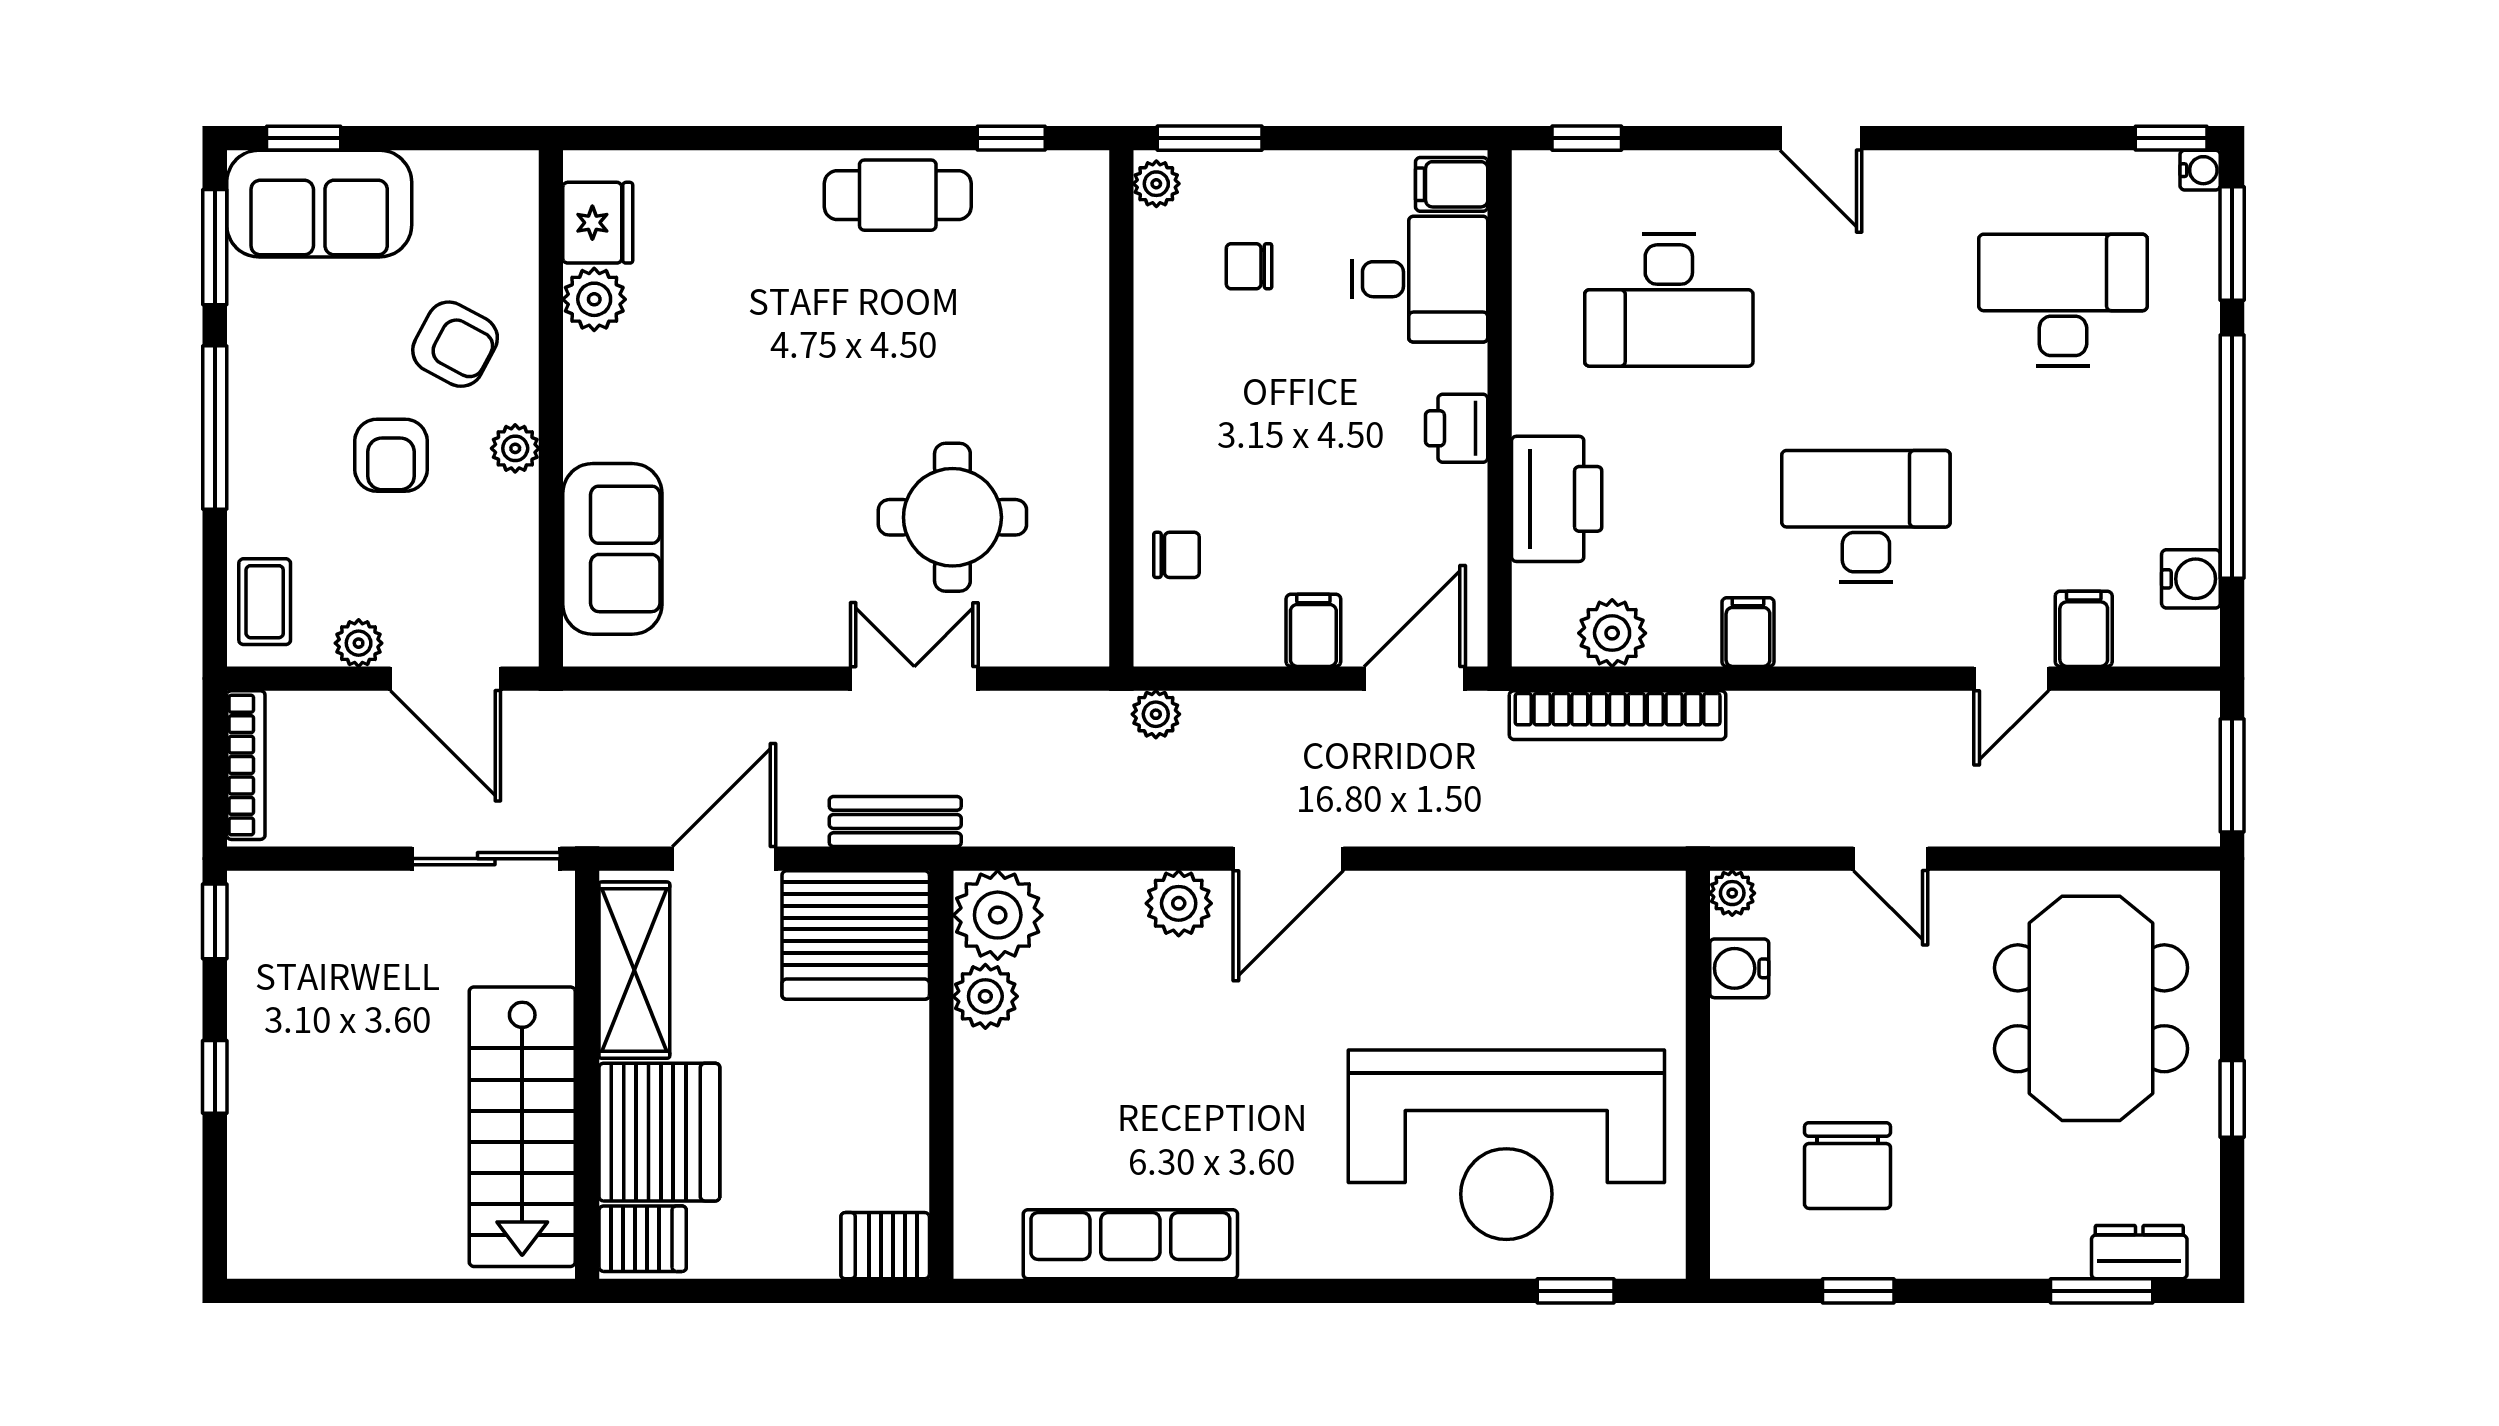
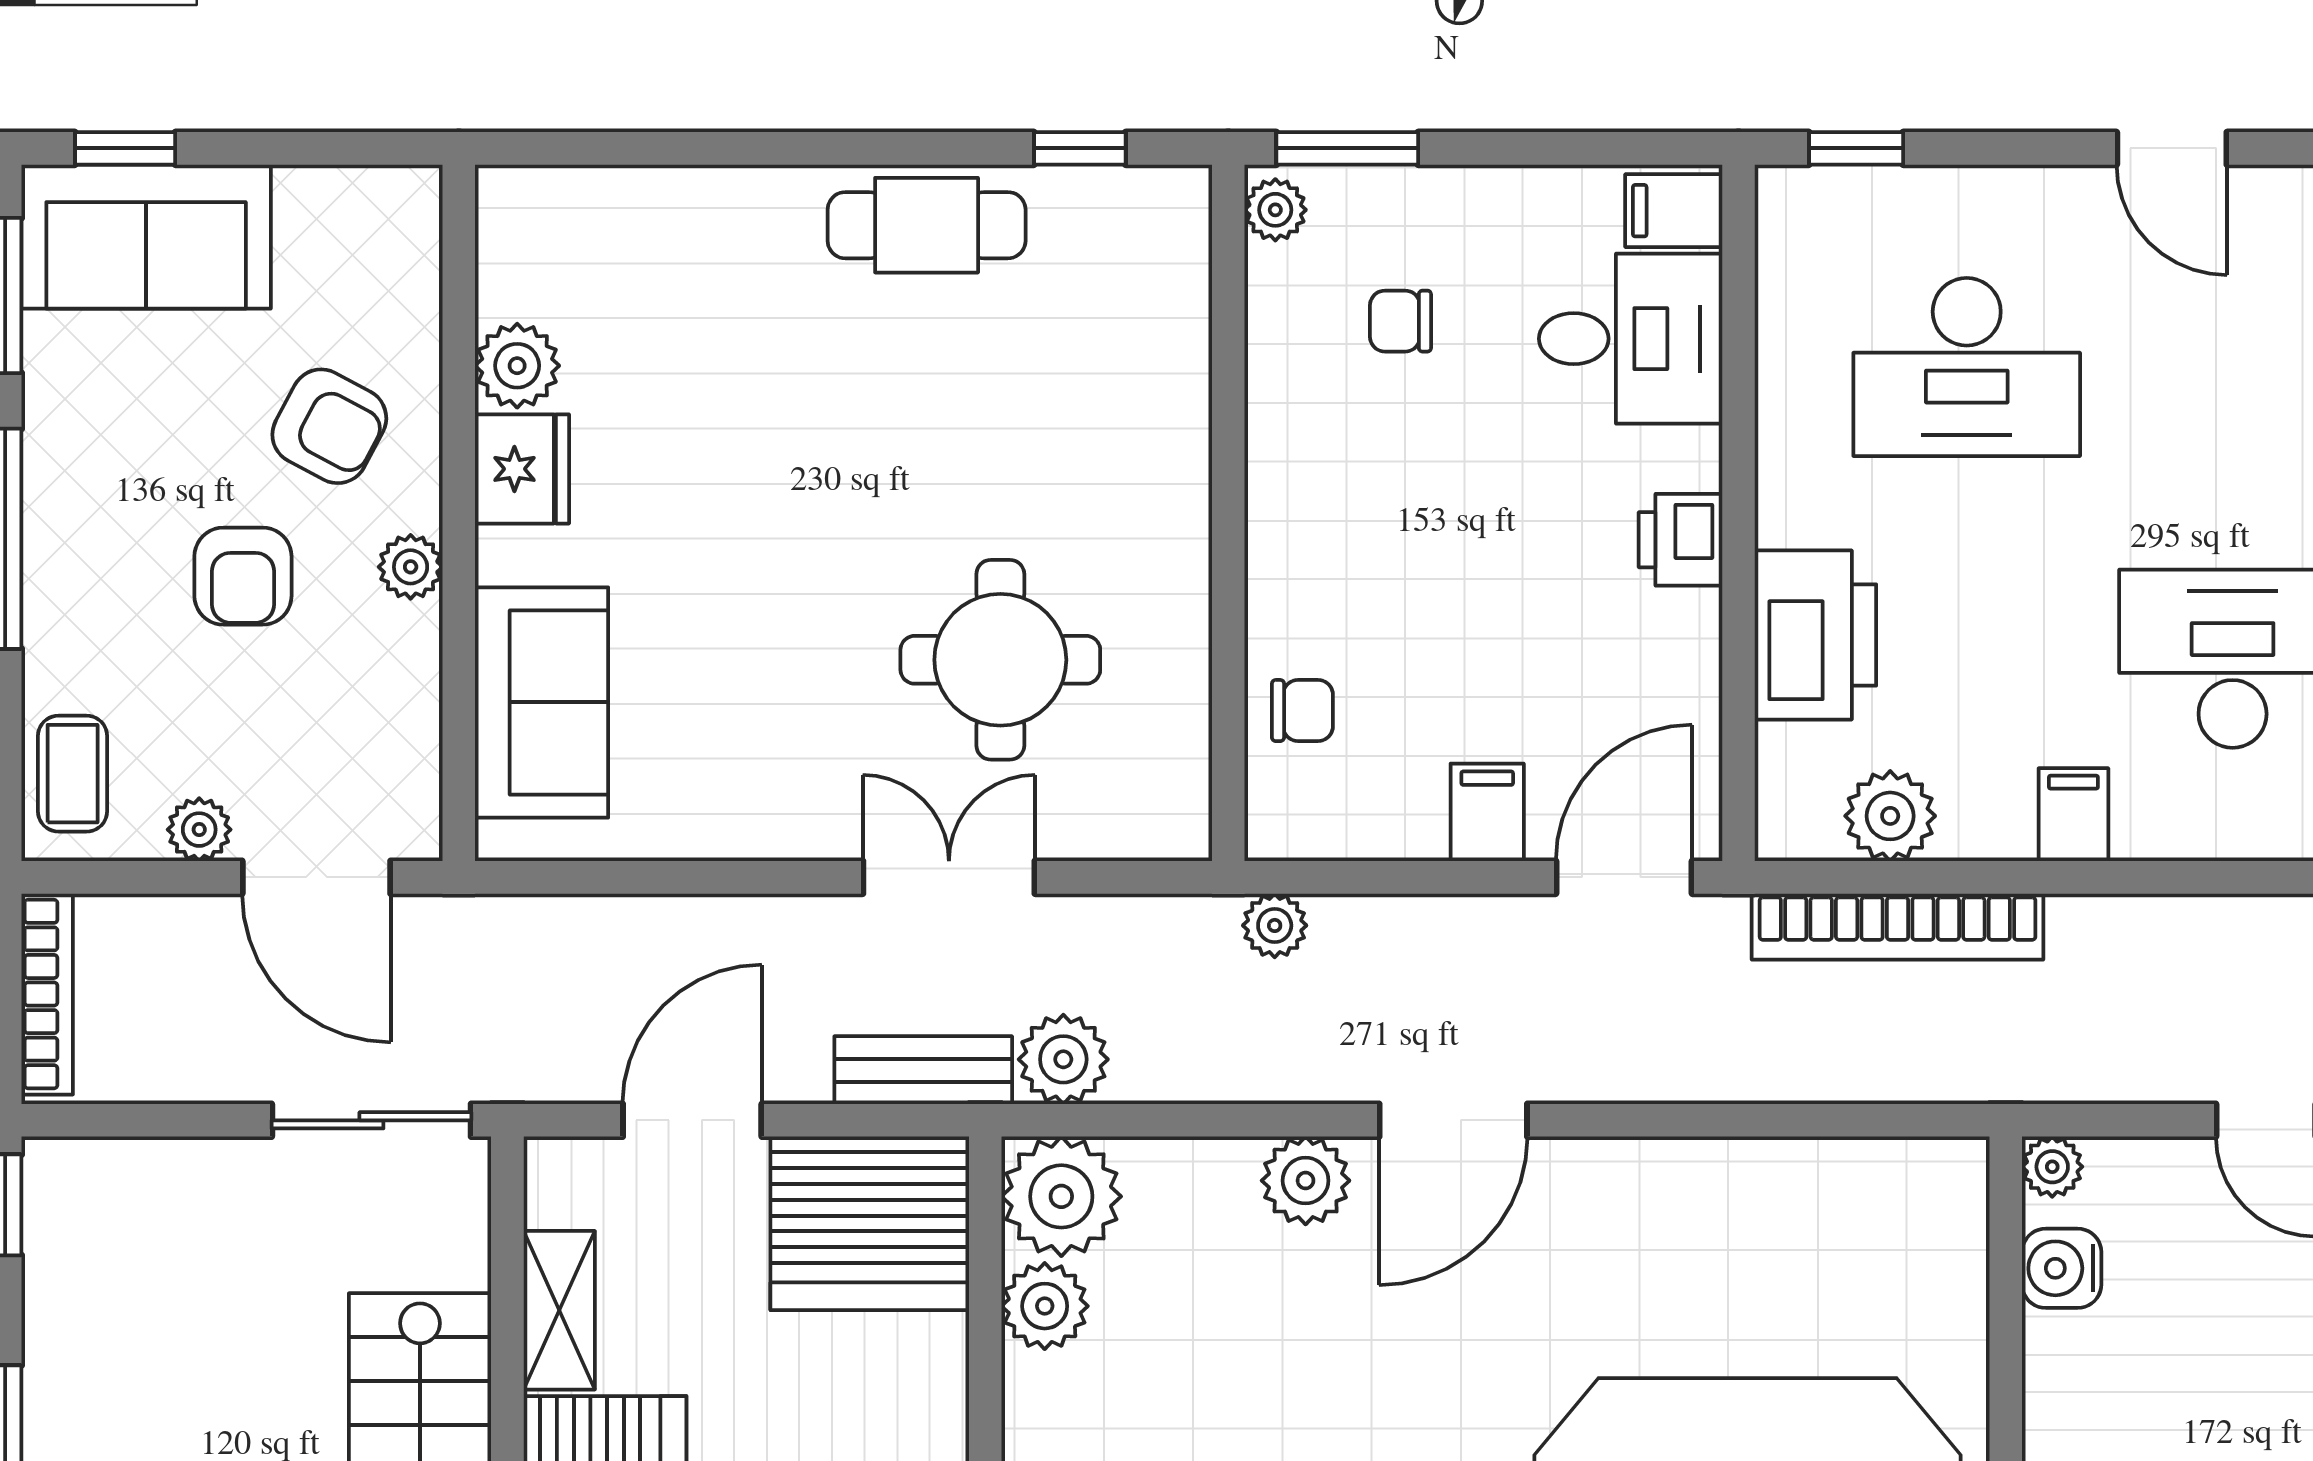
fridge: (598, 223) -> (522, 469), moved
plant: (999, 813) -> (1063, 1059), added
shelving: (634, 970) -> (559, 1310), width x0.67, depth x0.75

